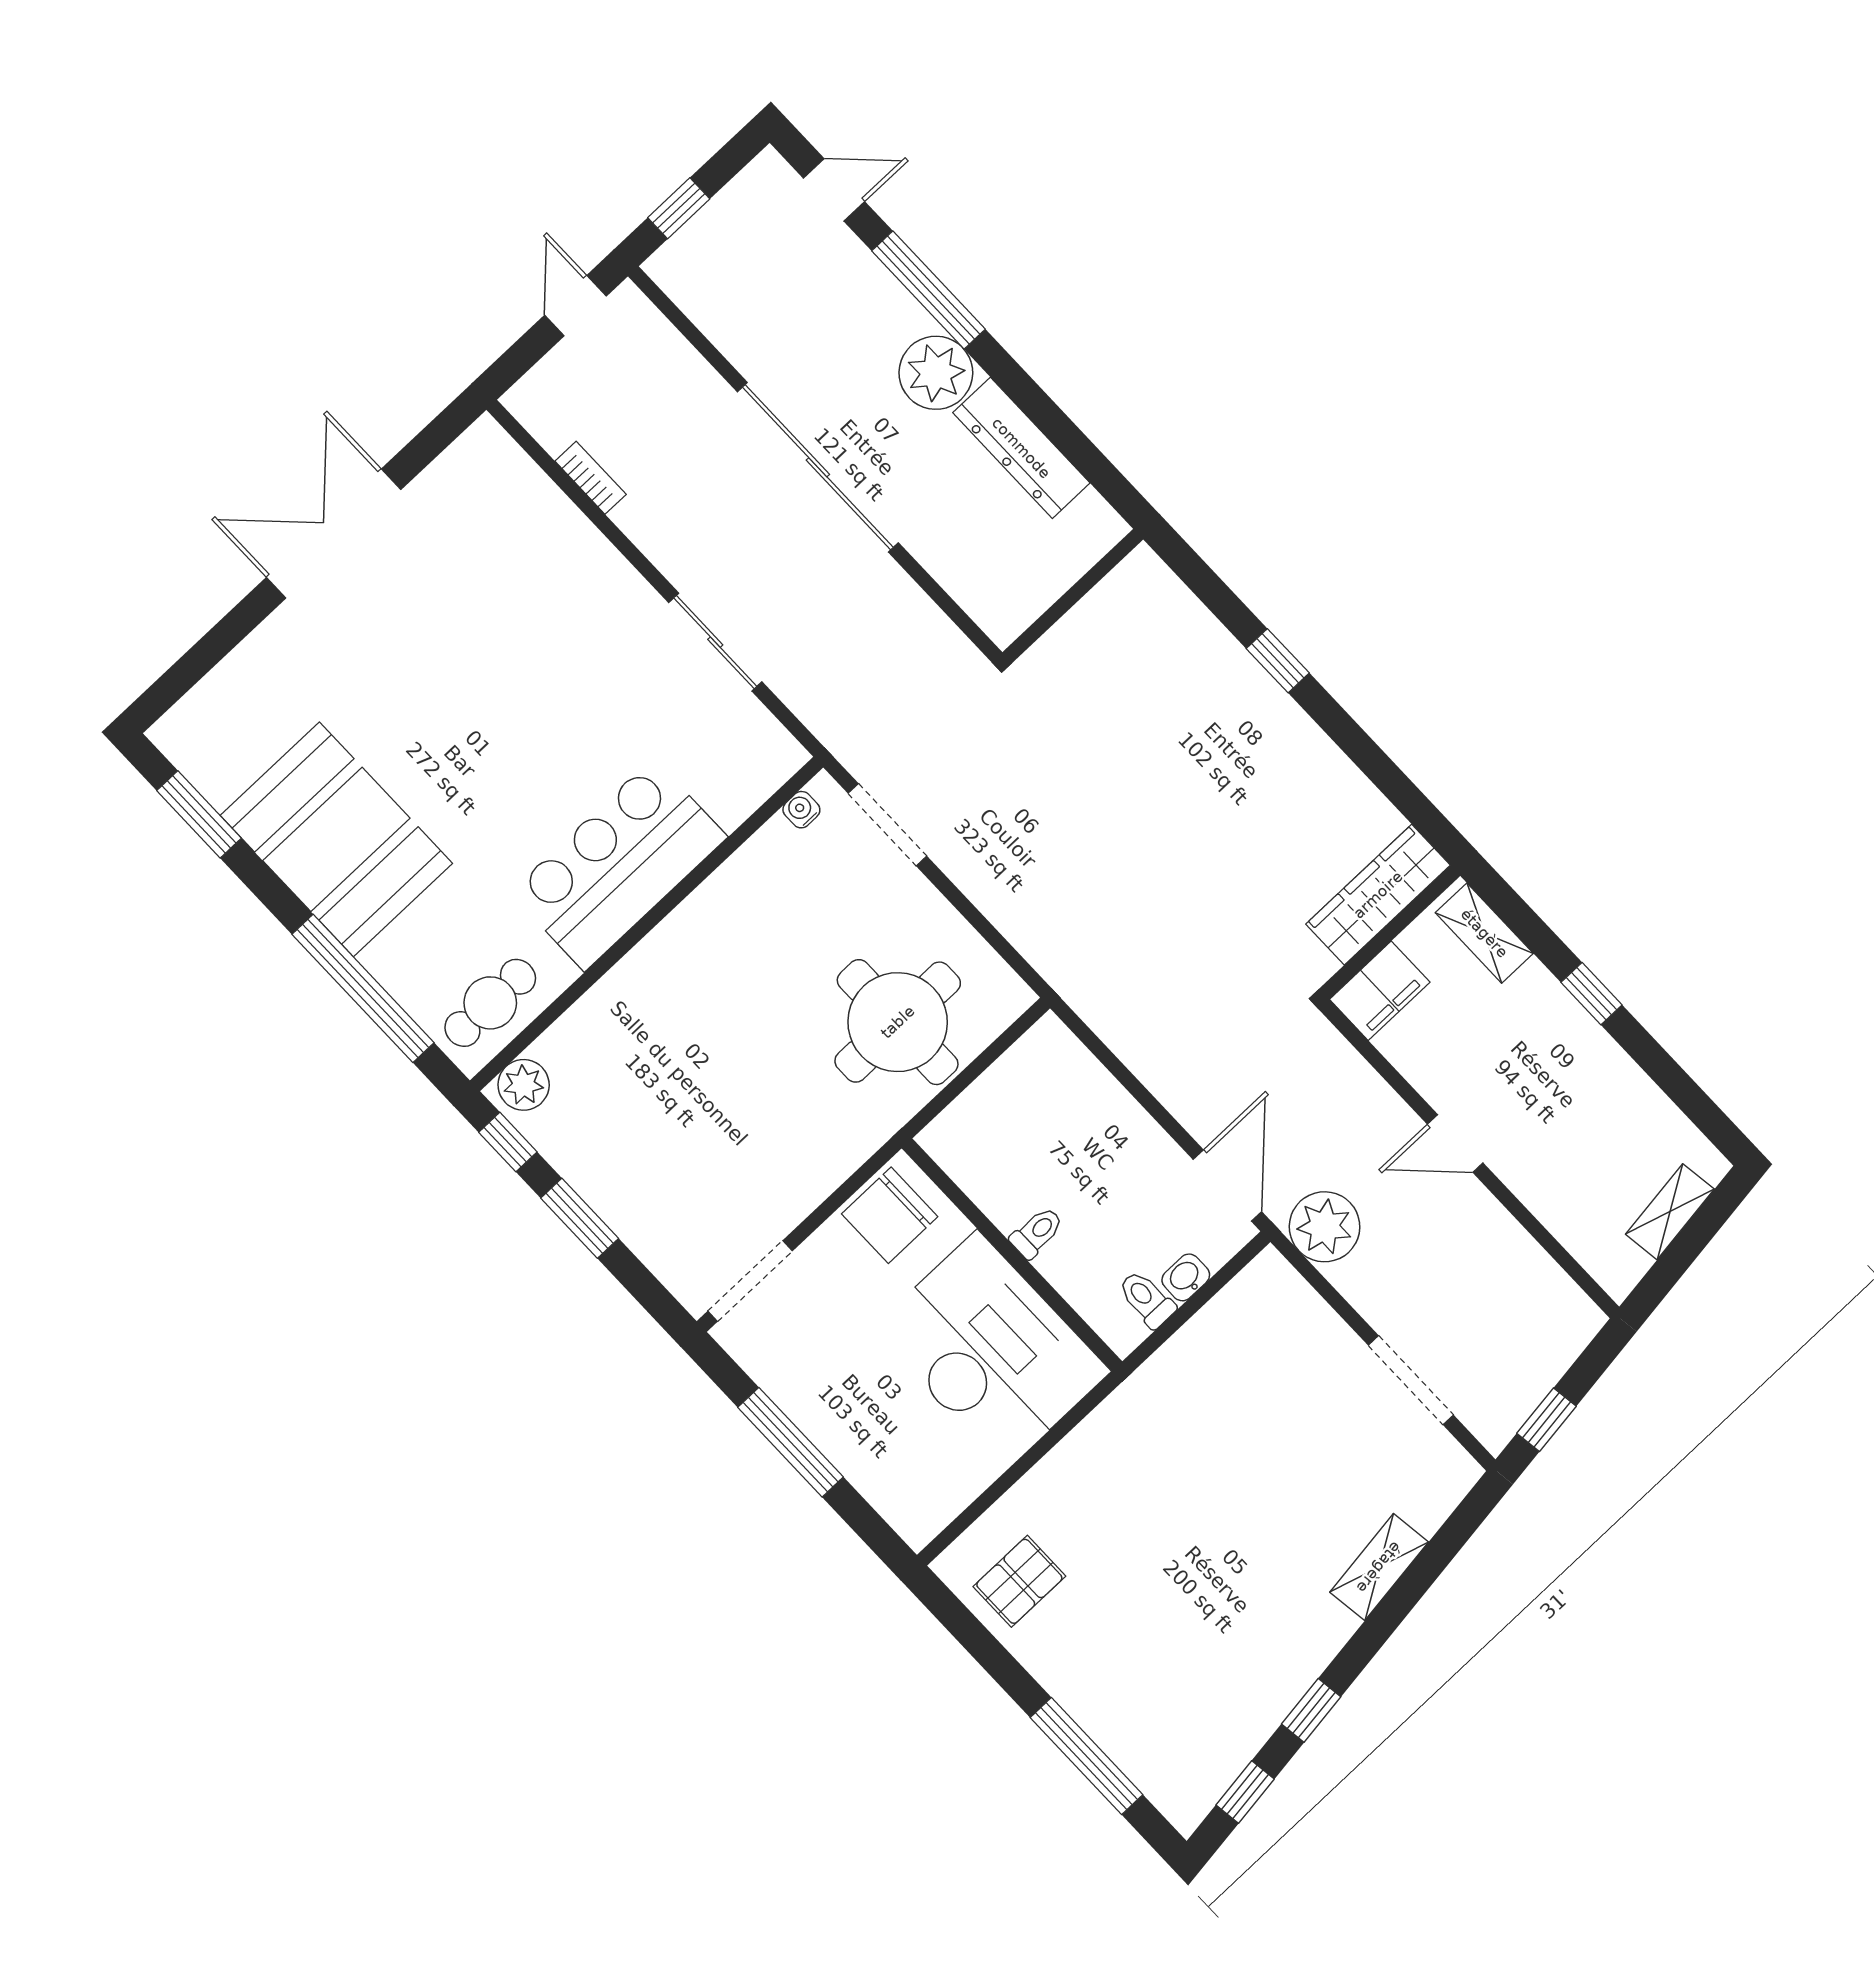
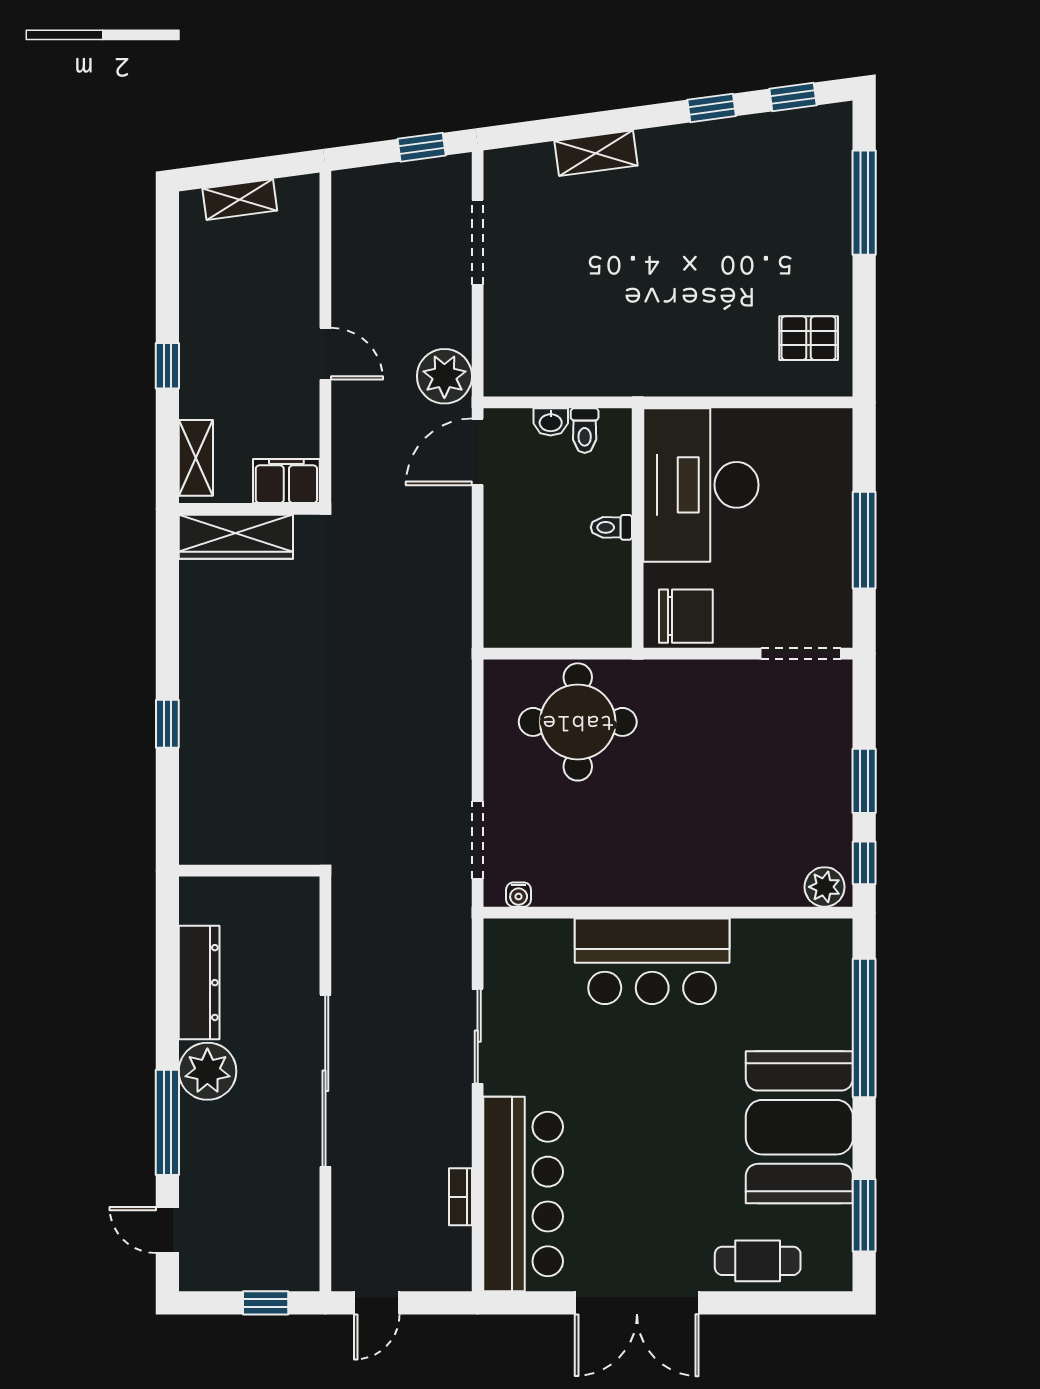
bar counter: (535, 535) -> (523, 1194), added
cafe table: (490, 1003) -> (758, 1261), moved

